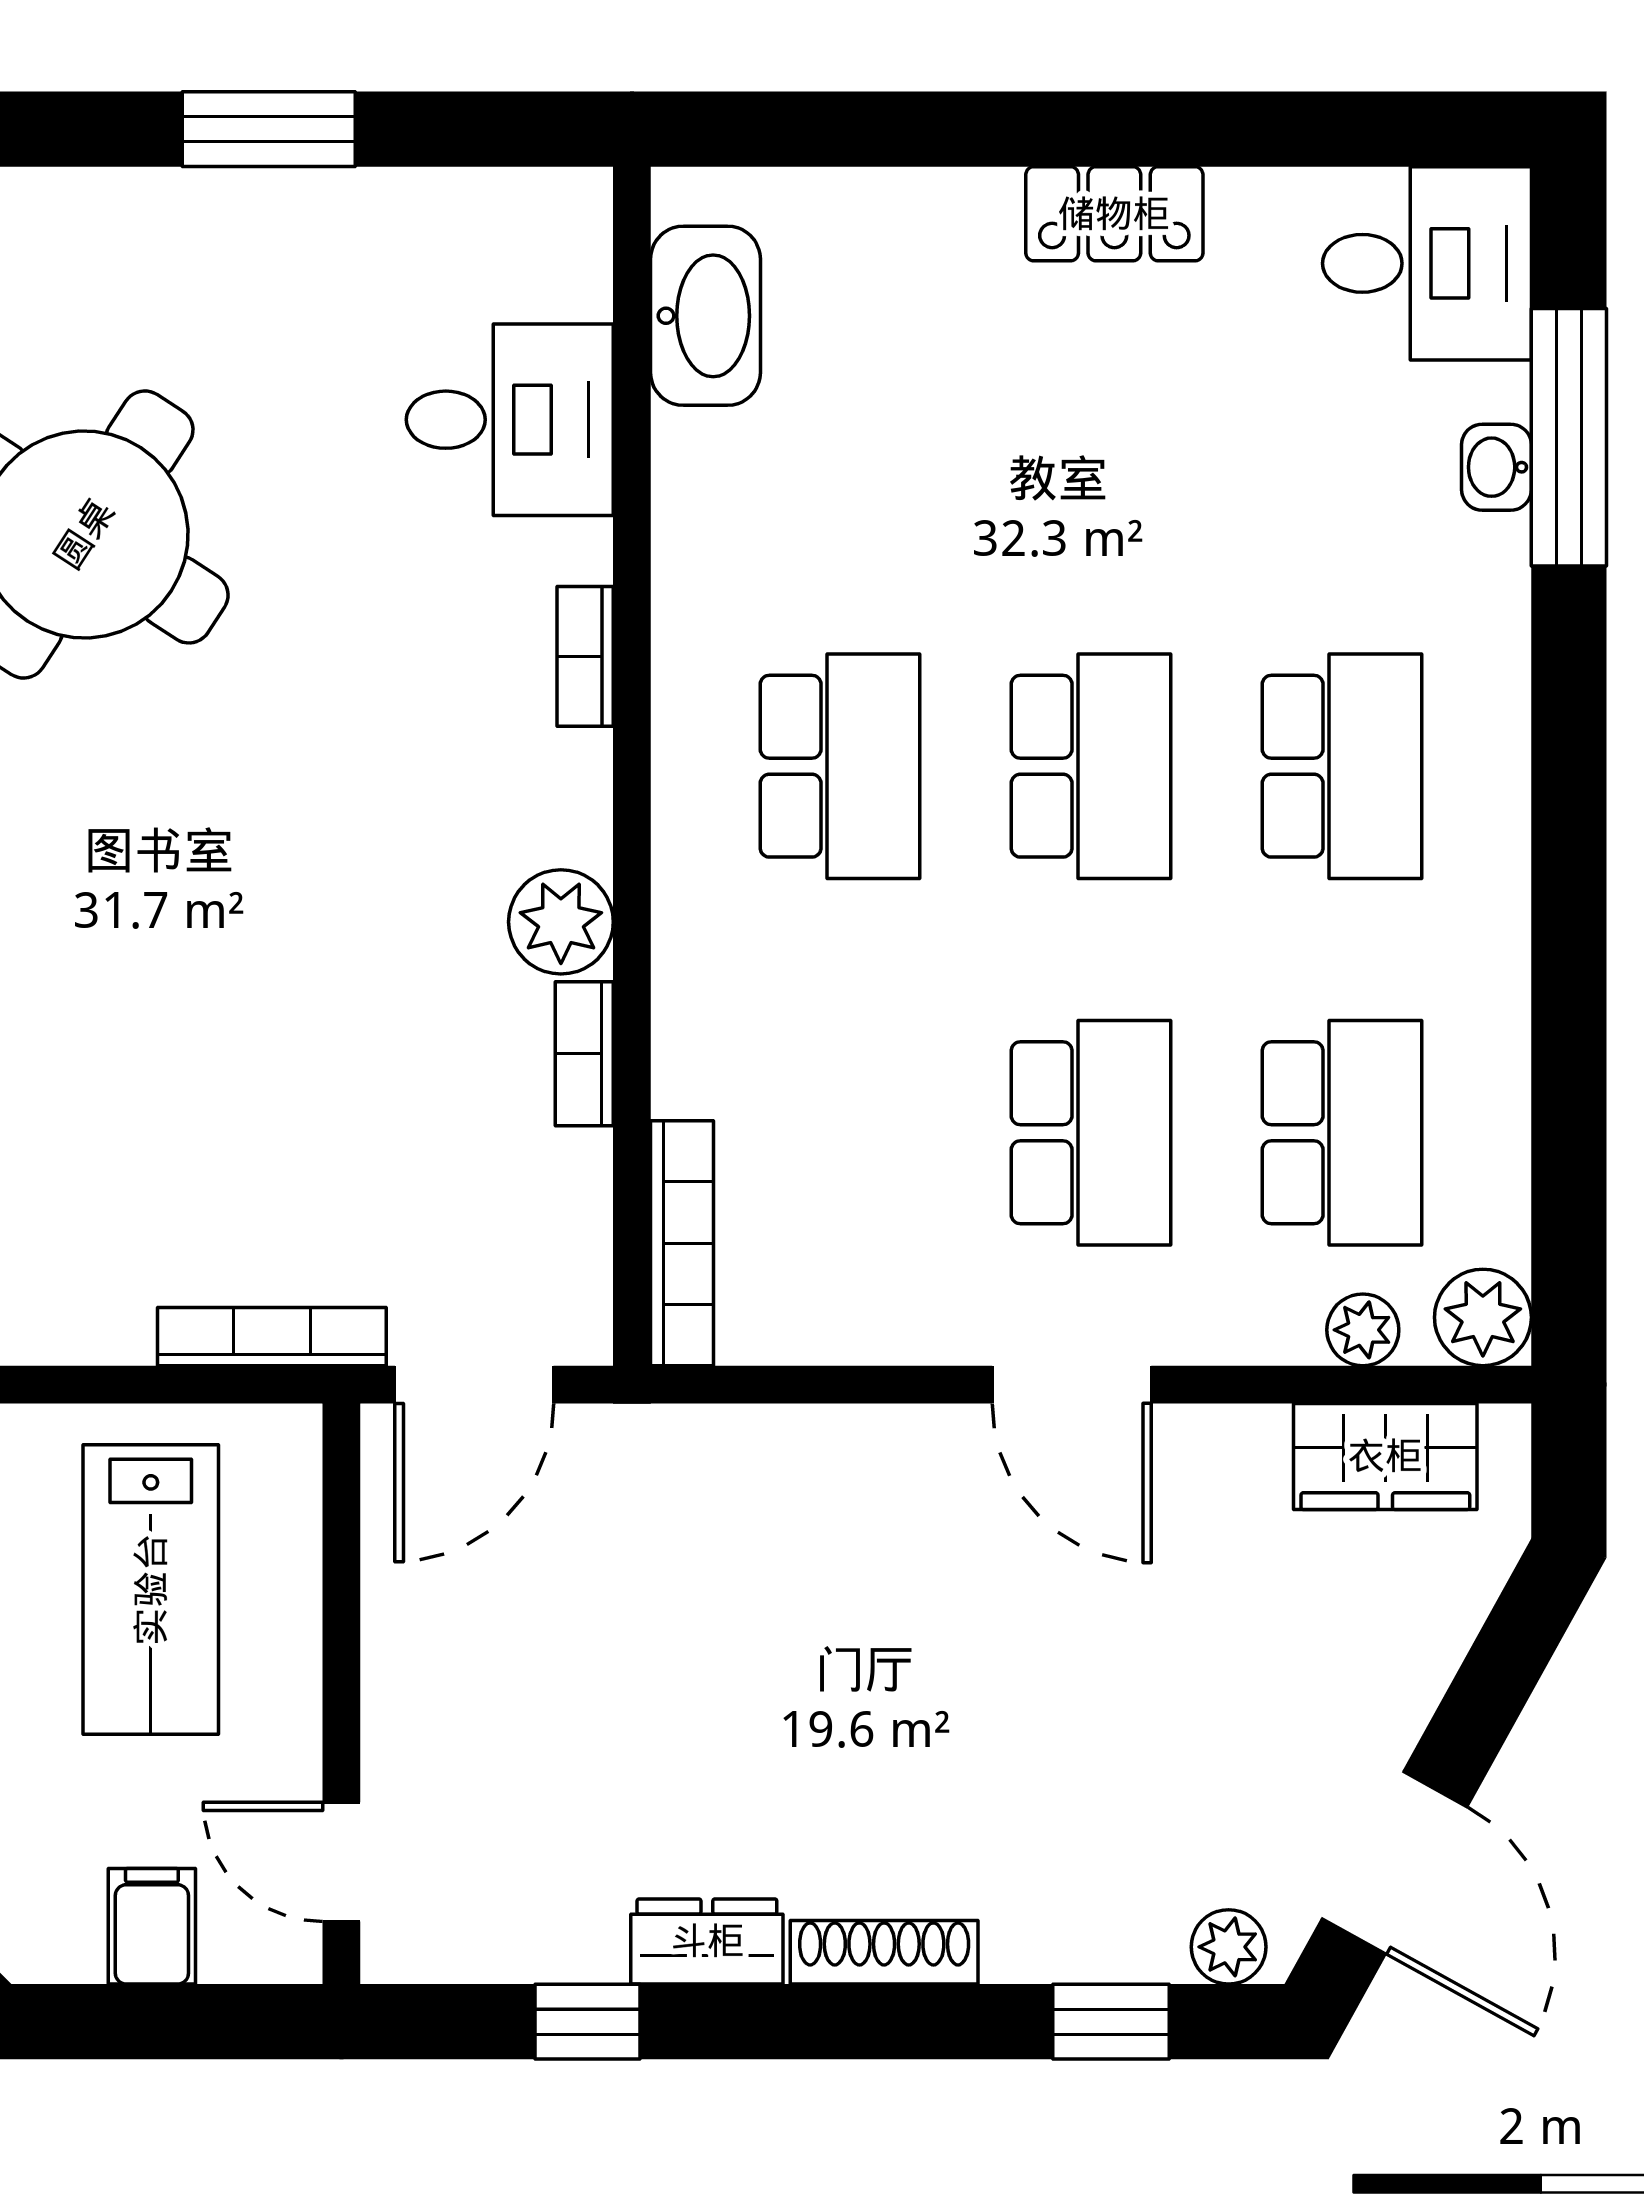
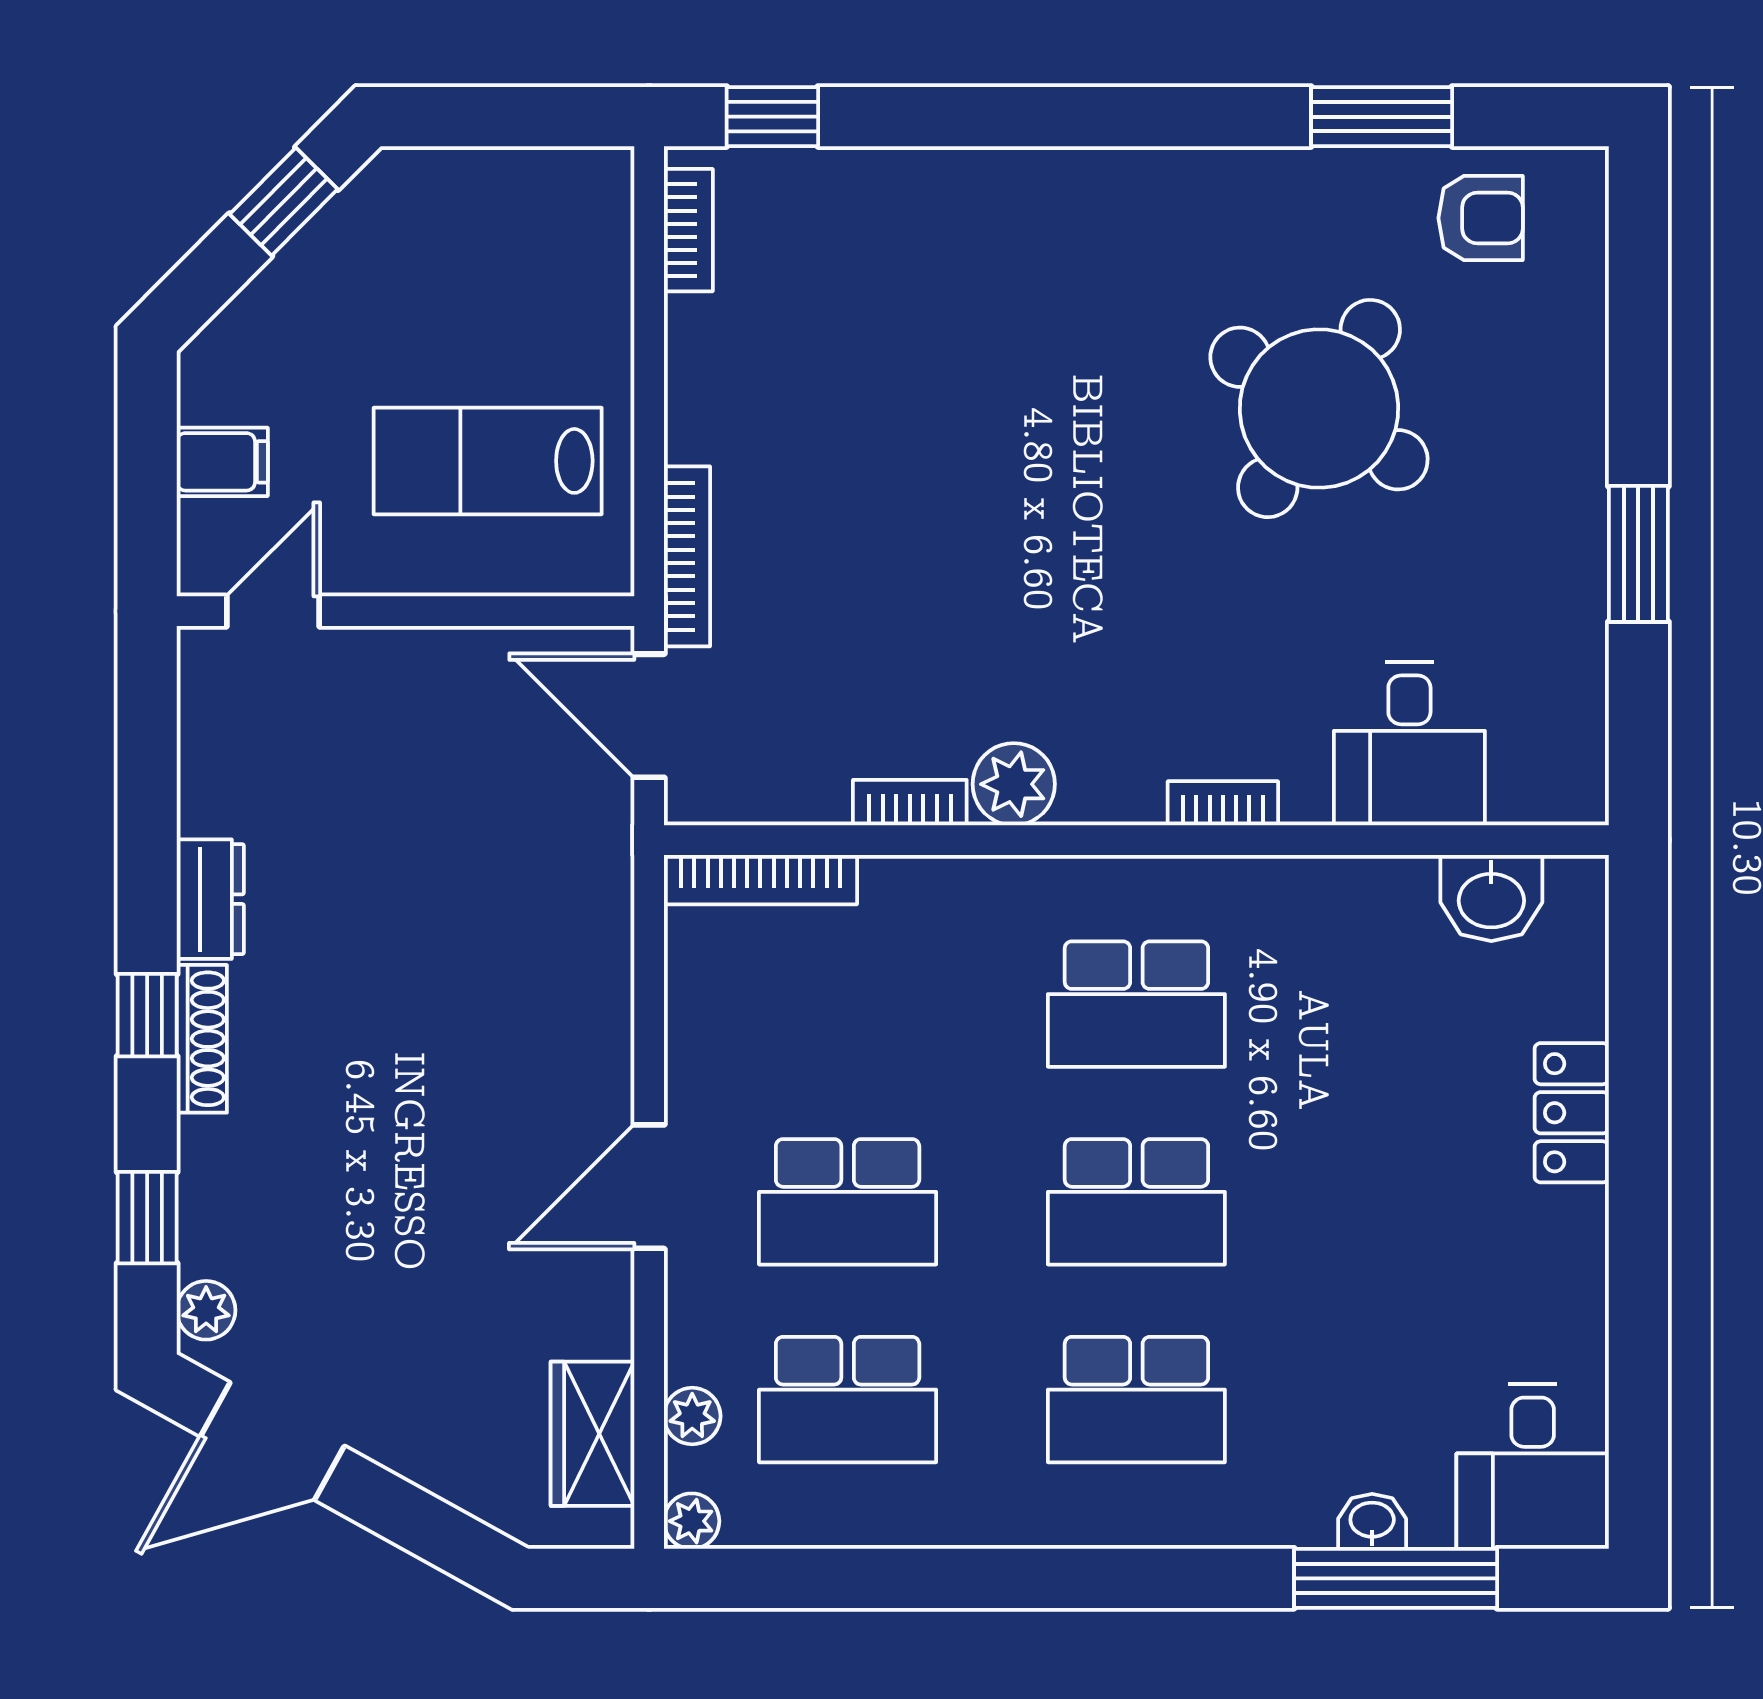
locker: (1114, 214) -> (1572, 1113), moved
washbasin: (705, 316) -> (1491, 898), width x0.72
plant: (1483, 1317) -> (692, 1521), width x0.73, depth x0.73
window: (588, 2022) -> (147, 1015), moved

